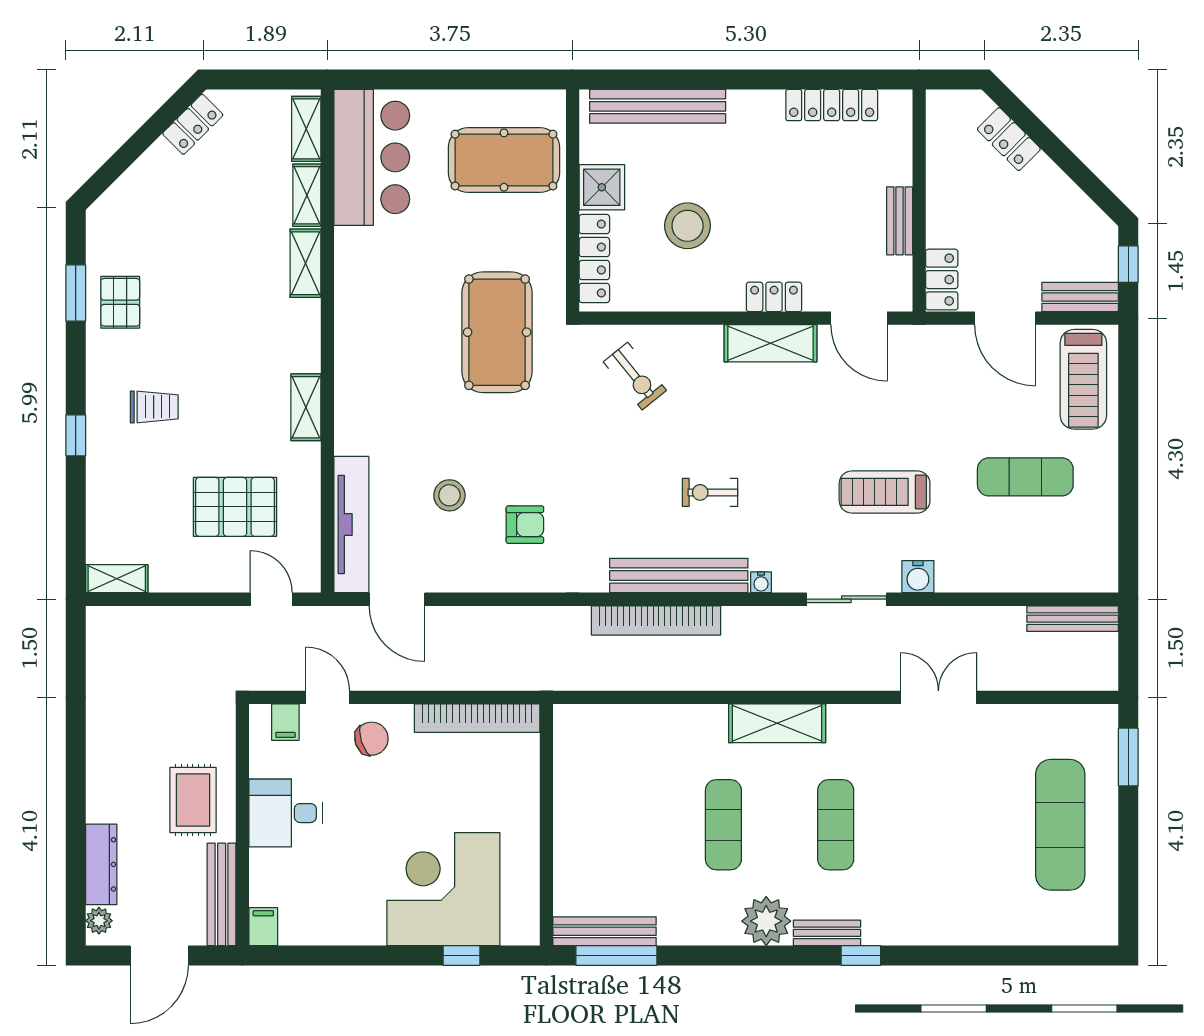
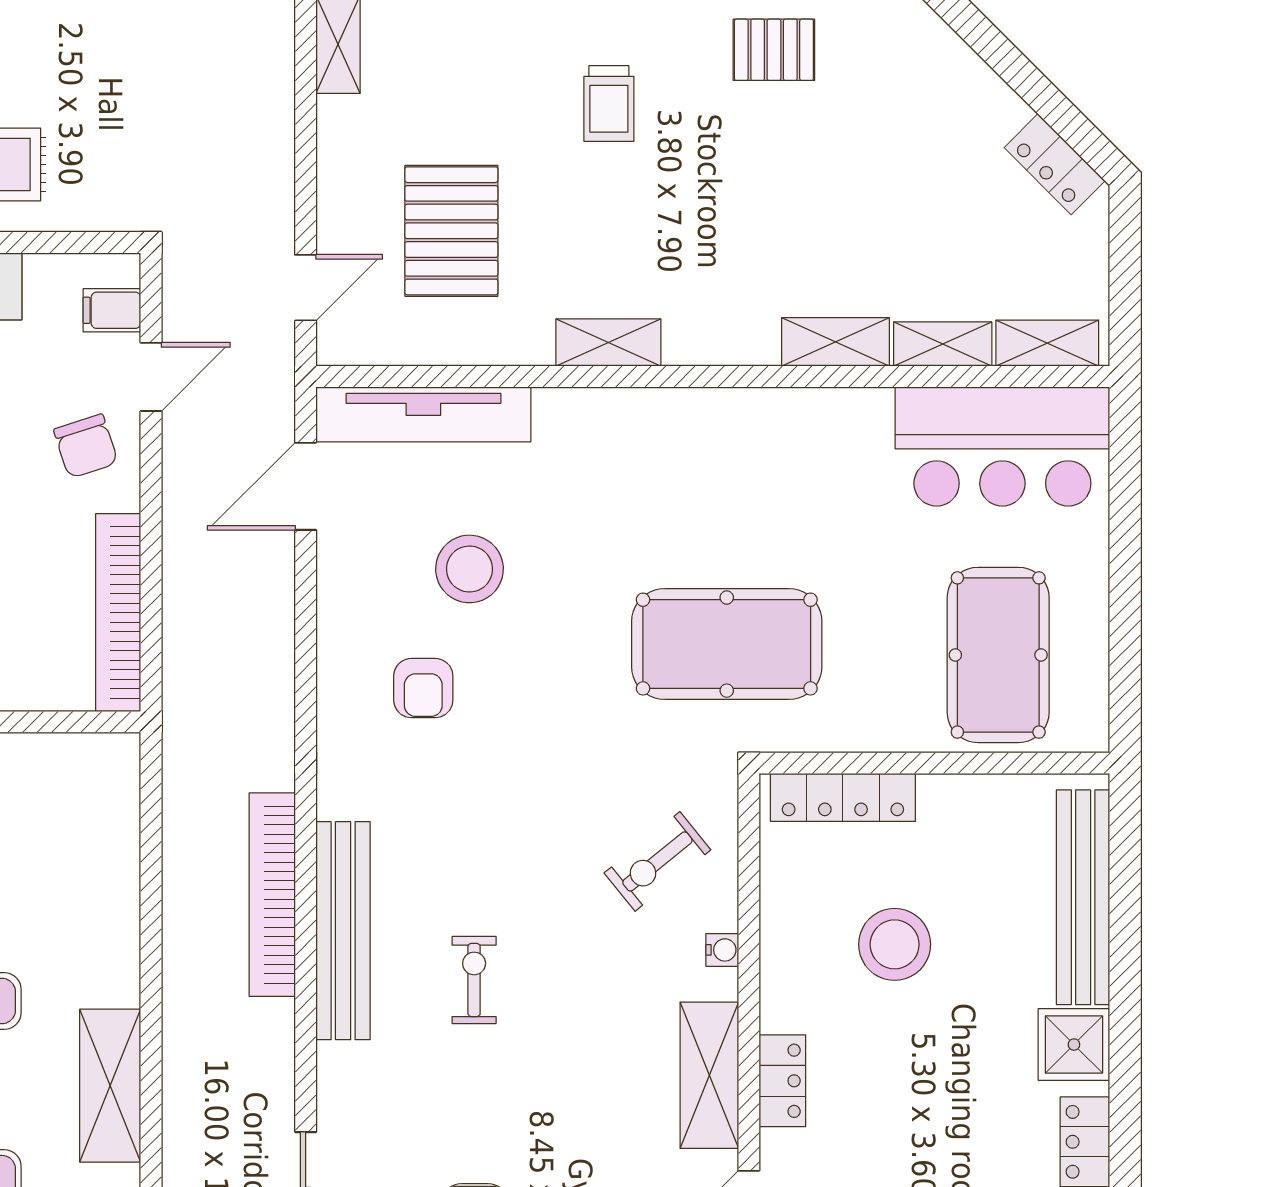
shower: (602, 187) -> (1074, 1045), moved
stool: (449, 495) -> (469, 569), width x1.38, depth x1.38
water cooler: (761, 582) -> (722, 950), moved, turned 180

